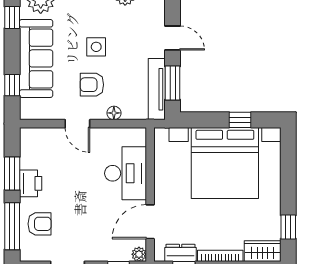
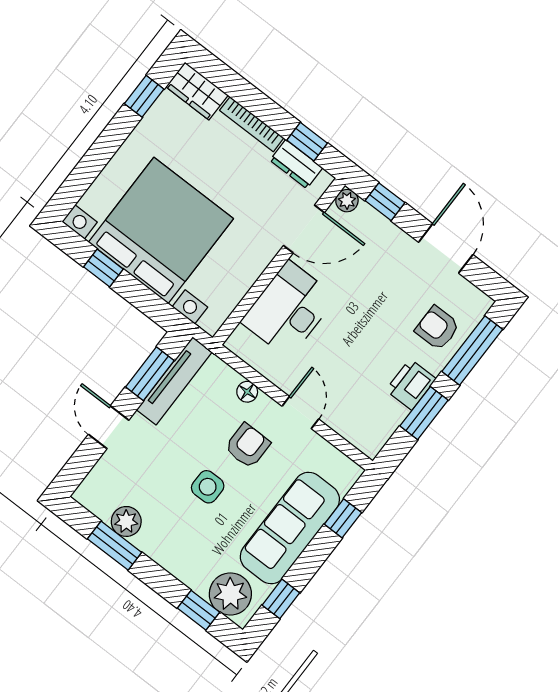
armchair: (92, 85) -> (247, 446), turned -90

